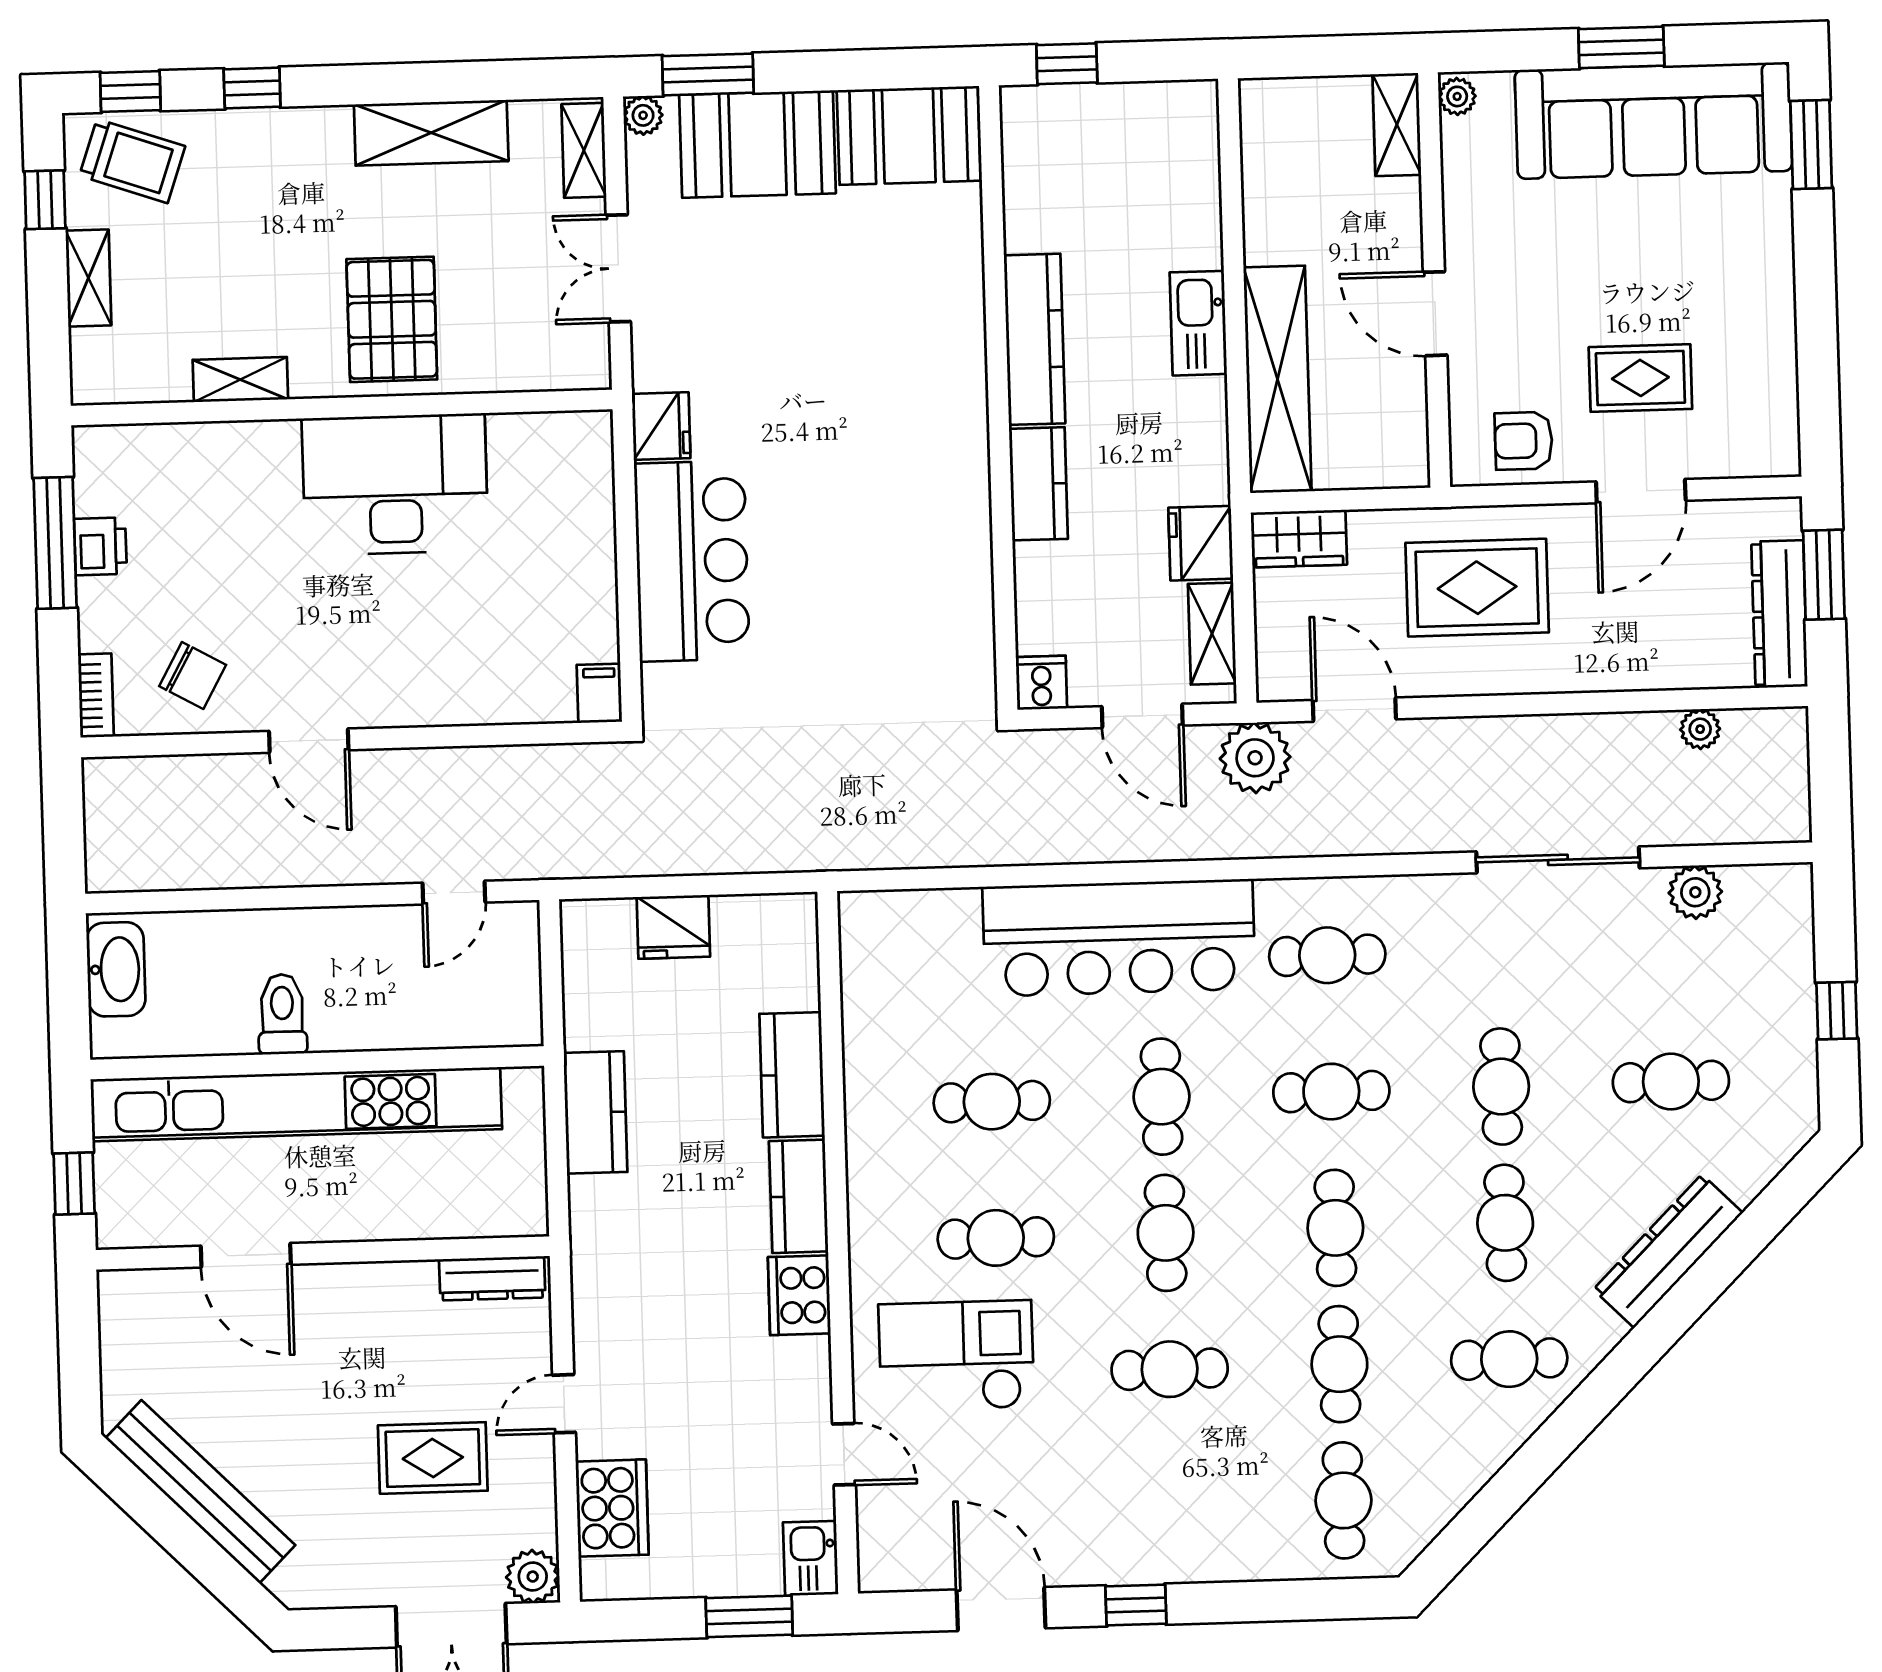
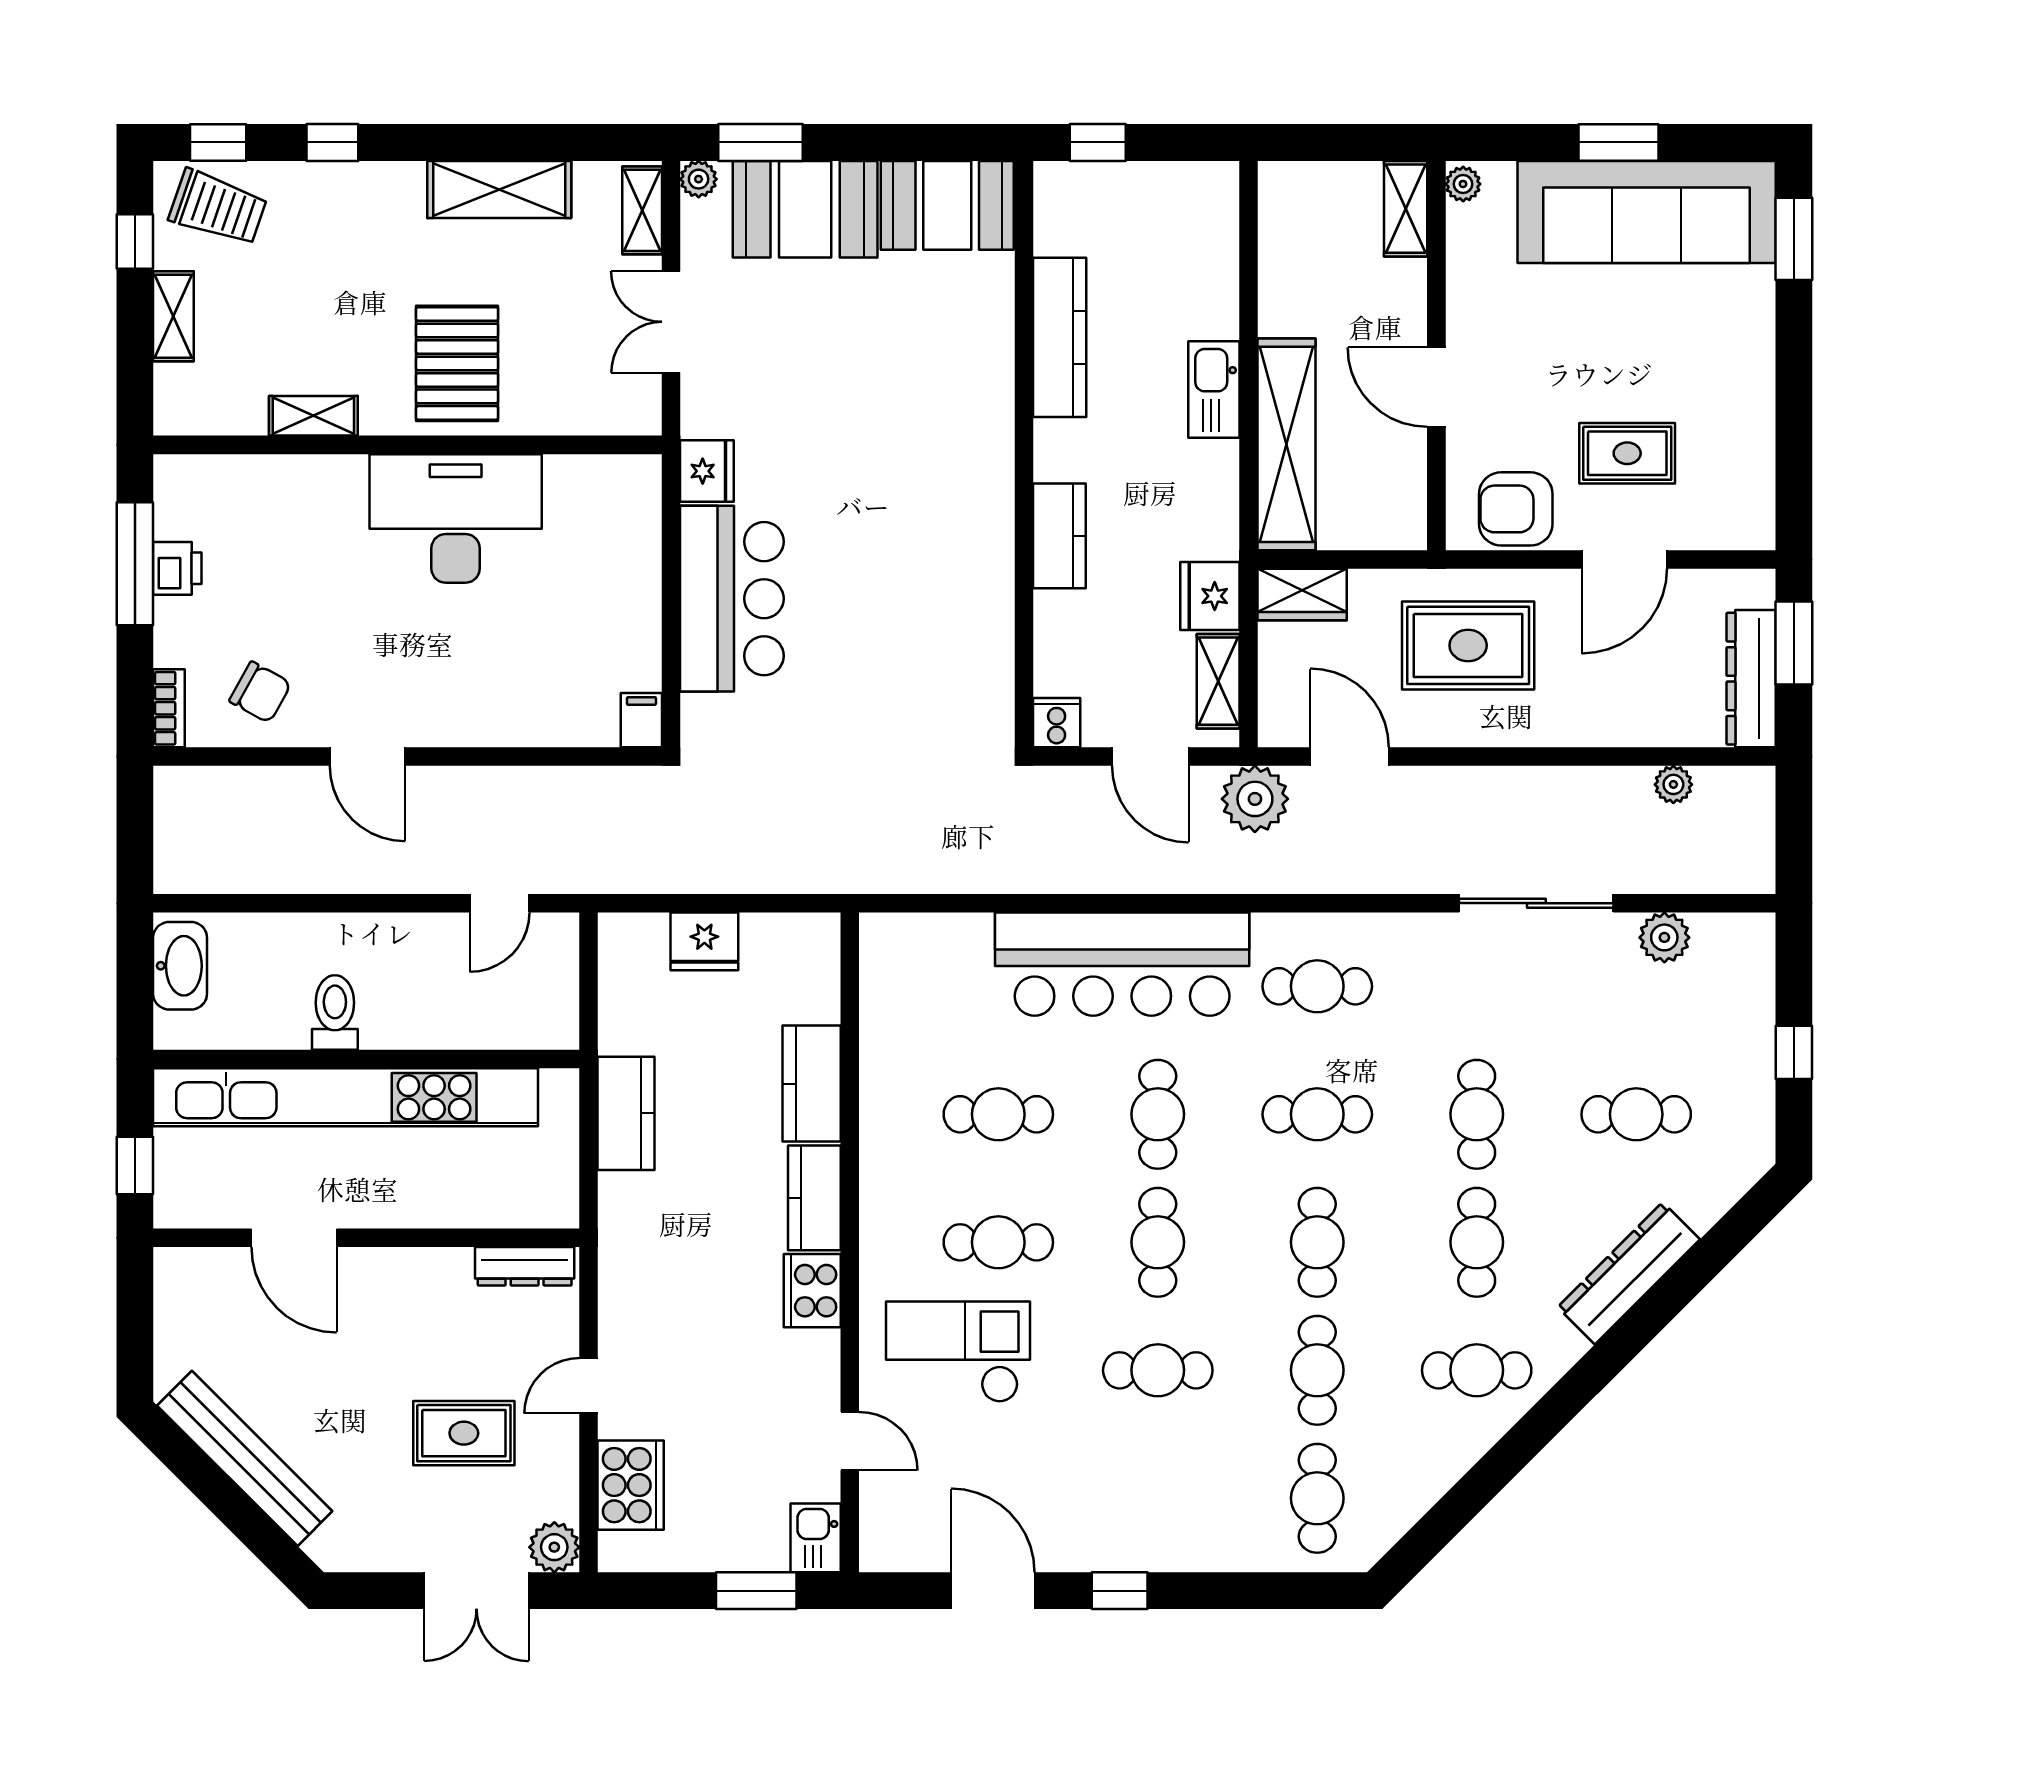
kitchen counter: (1035, 339) -> (1060, 337), moved
armchair: (1524, 441) -> (1516, 509), width x1.38, depth x1.38

